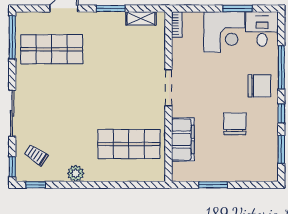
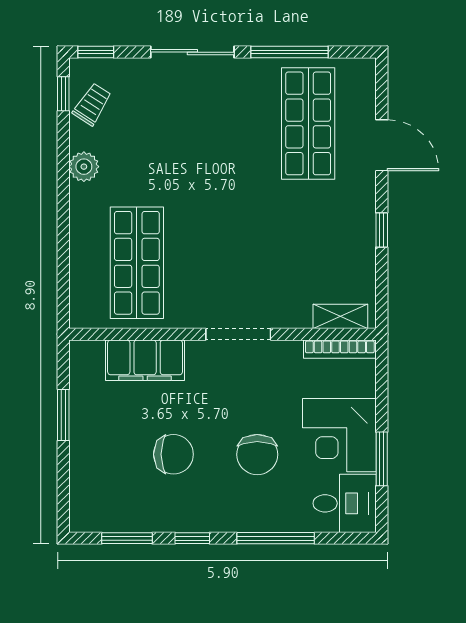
window: (111, 8) -> (382, 230), width x0.67
shelving: (141, 18) -> (340, 316), moved, turned 90
bookcase: (177, 24) -> (340, 349), width x1.56
window: (12, 37) -> (290, 52), moved
chair: (259, 86) -> (257, 455), moved
trolley: (36, 155) -> (92, 104), moved

